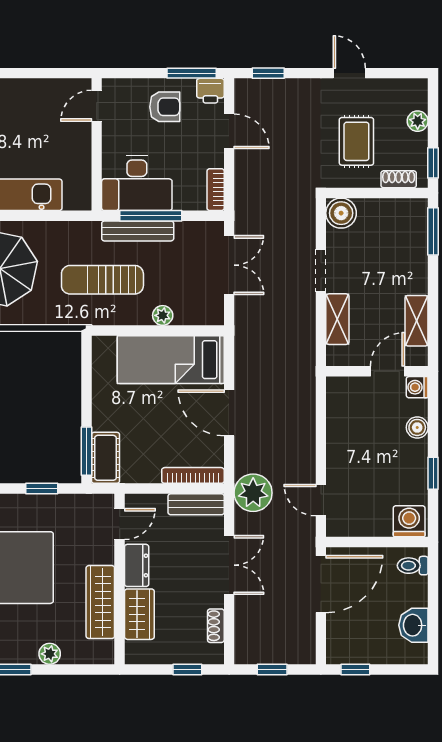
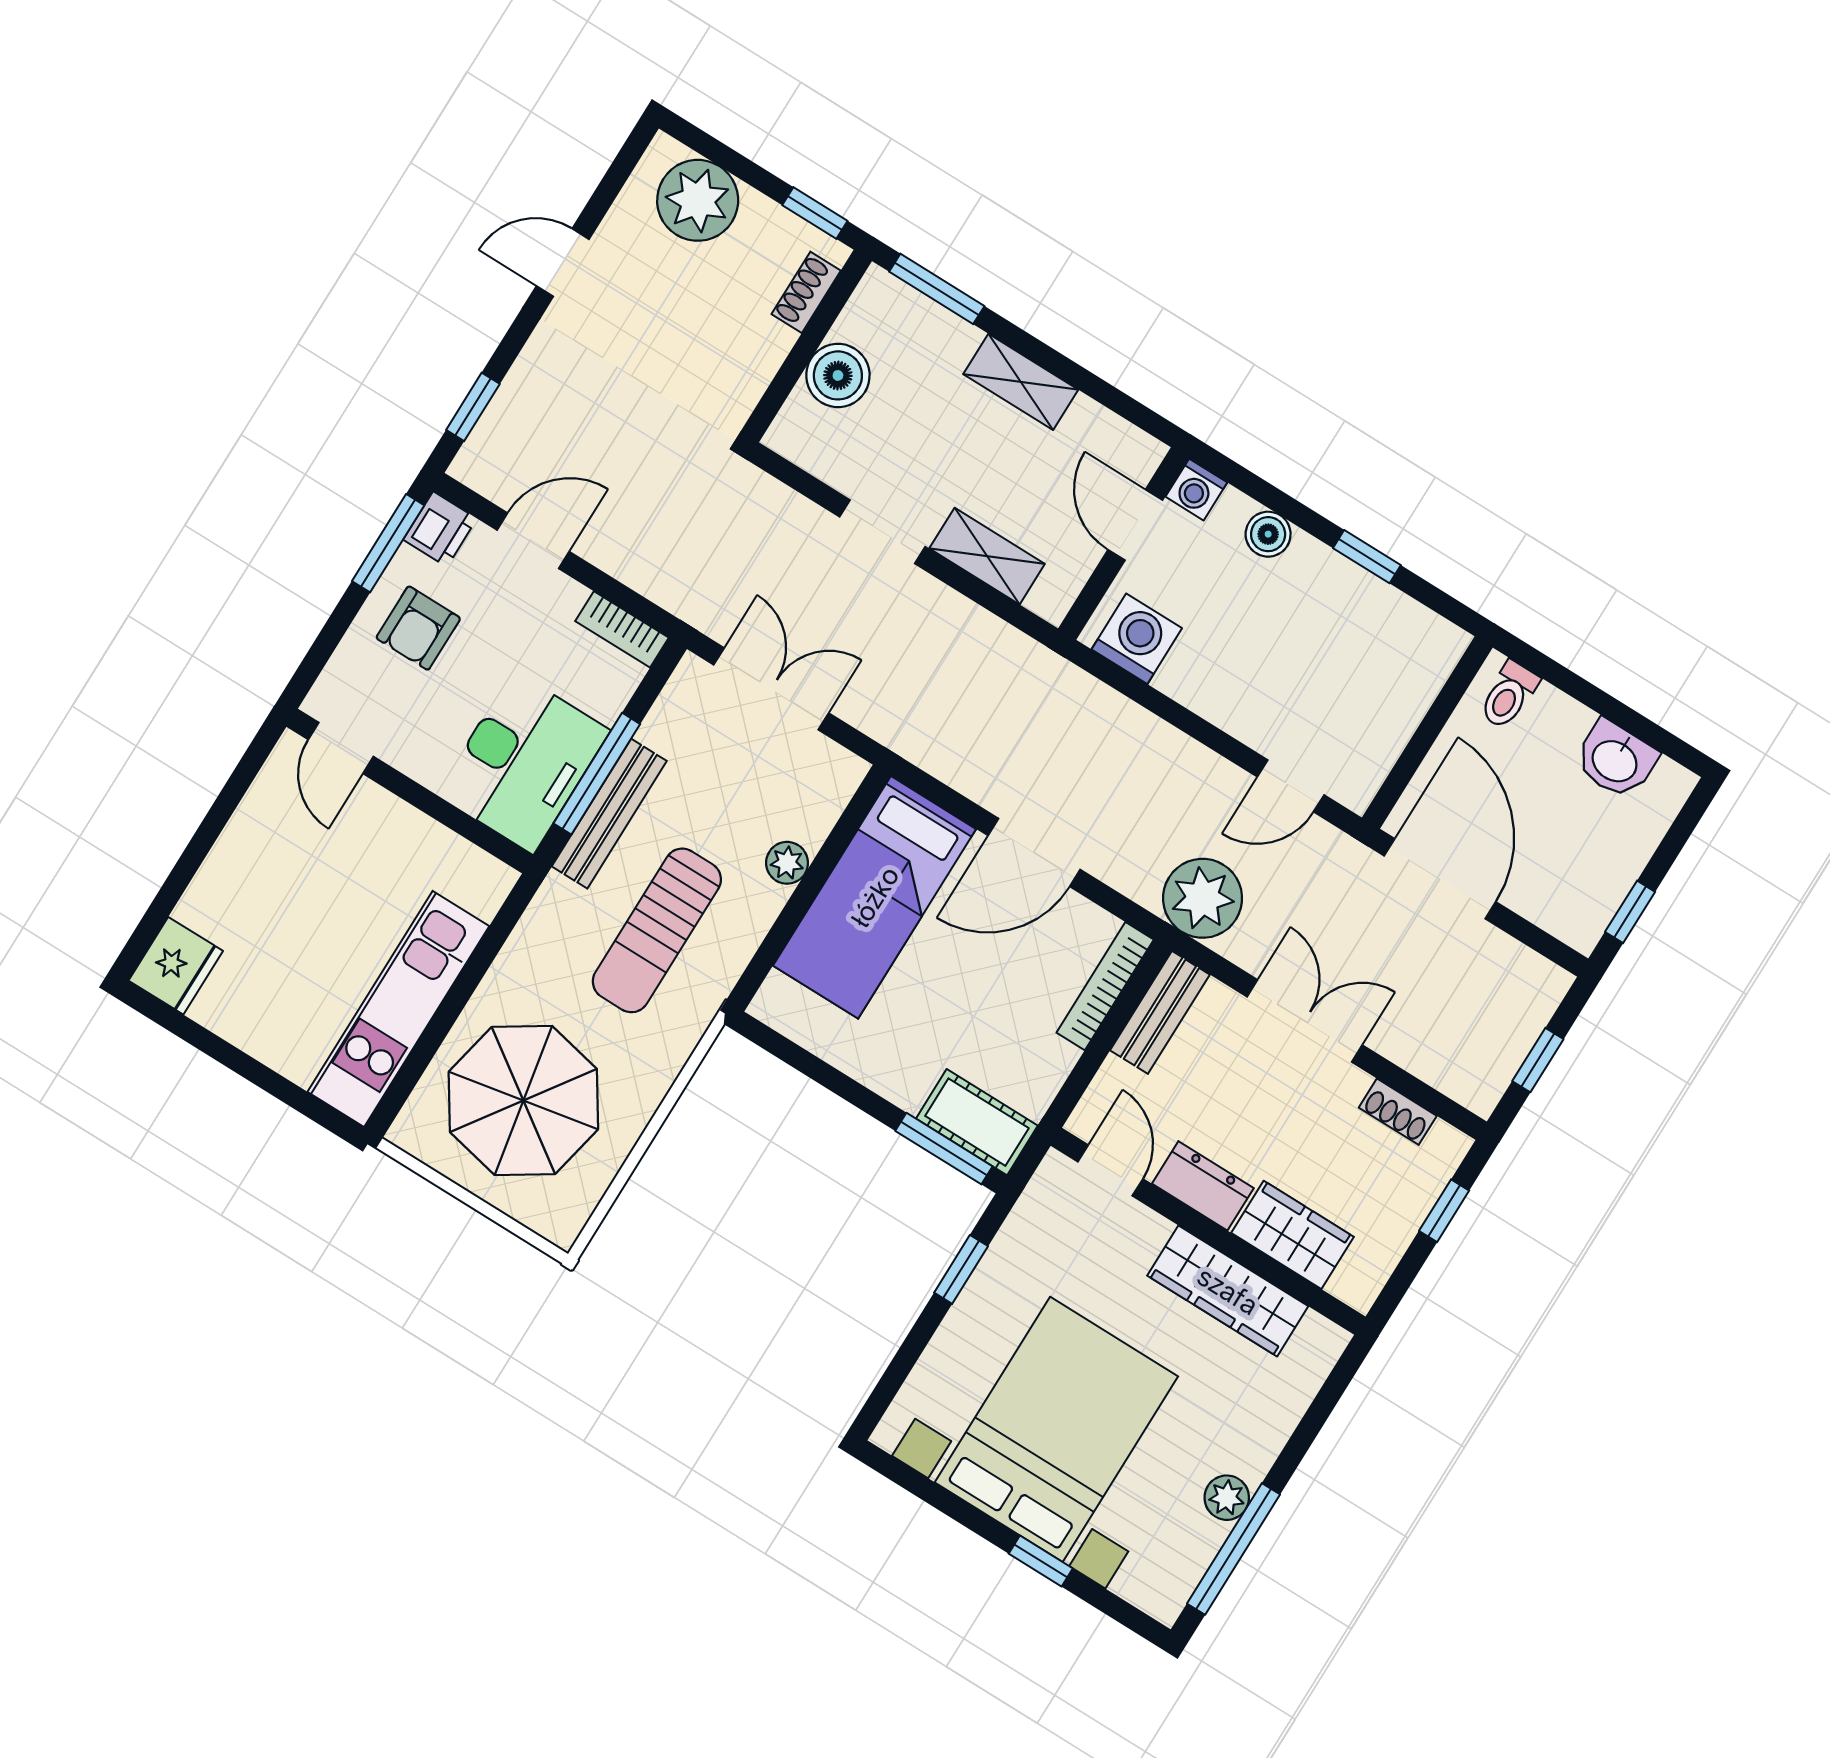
armchair: (165, 107) -> (418, 628), turned 180
plant: (418, 121) -> (698, 200), width x1.87, depth x1.87
rug: (356, 141) -> (692, 325), removed
boiler: (341, 213) -> (838, 375), moved
shelving: (417, 321) -> (1021, 382), moved
washing machine: (409, 521) -> (1137, 639), moved, turned 90
plant: (50, 654) -> (1227, 1498), moved

